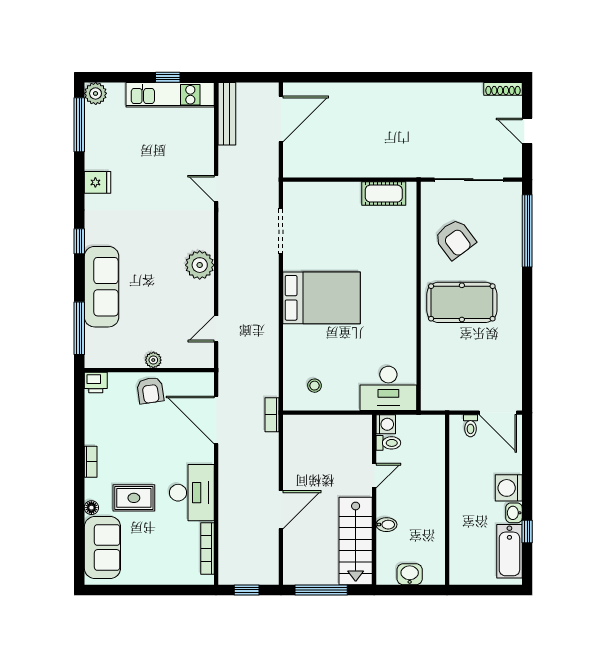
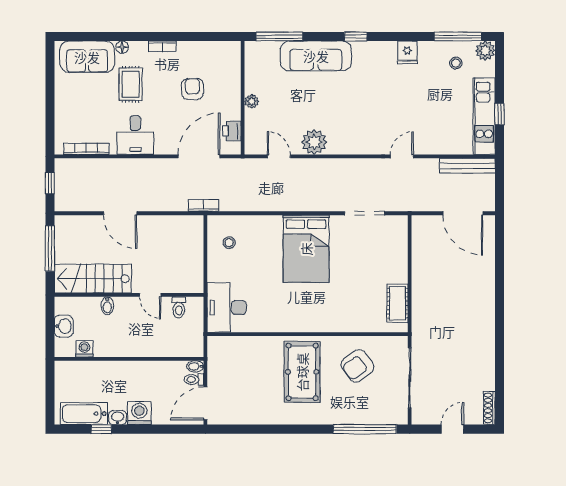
stool: (110, 127) -> (456, 63), added
plant: (200, 265) -> (314, 142), moved
printer: (96, 382) -> (232, 131), moved
armchair: (150, 390) -> (192, 89), moved, turned 98
washing machine: (386, 424) -> (84, 349), moved, turned 180
bidet: (456, 424) -> (195, 366), added
desk: (192, 493) -> (135, 135), width x0.73

